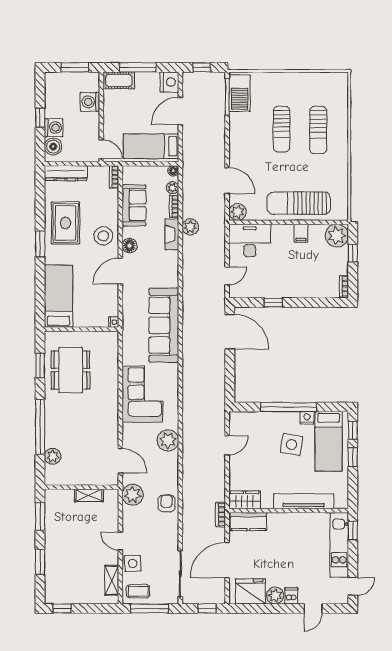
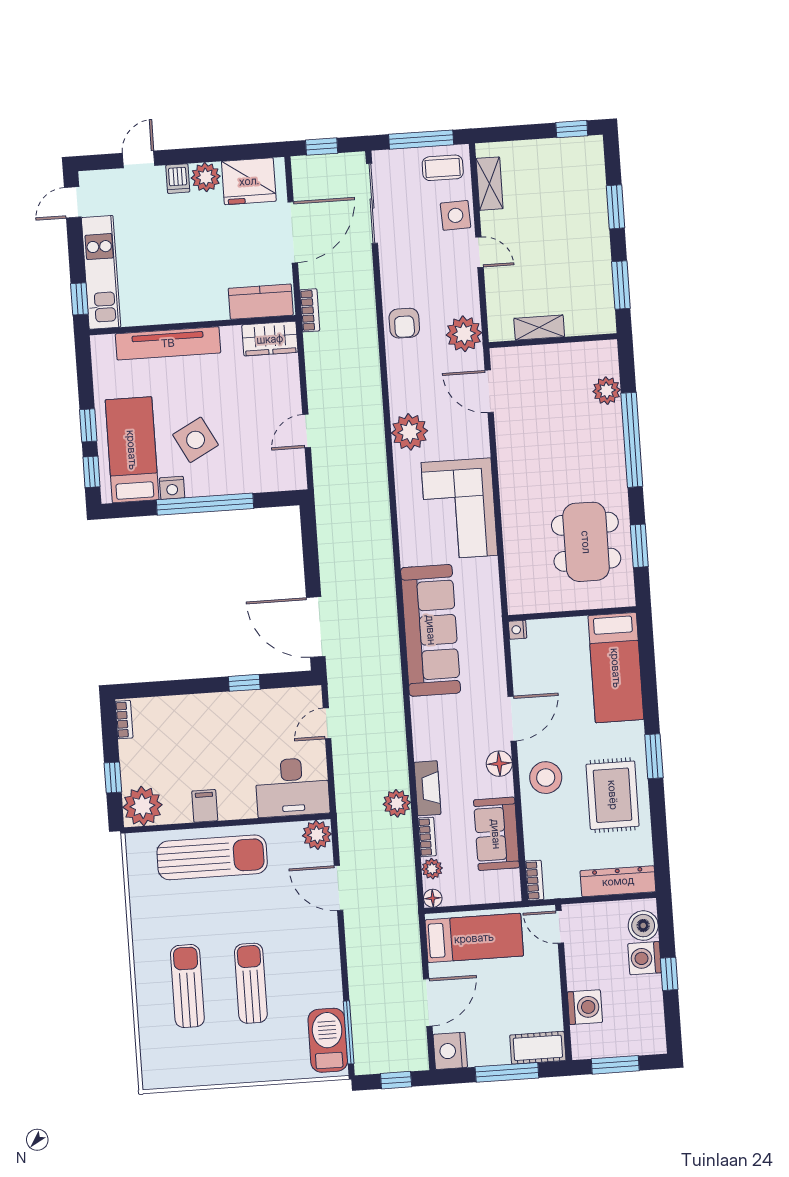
side table: (292, 445) -> (196, 440), turned -38

